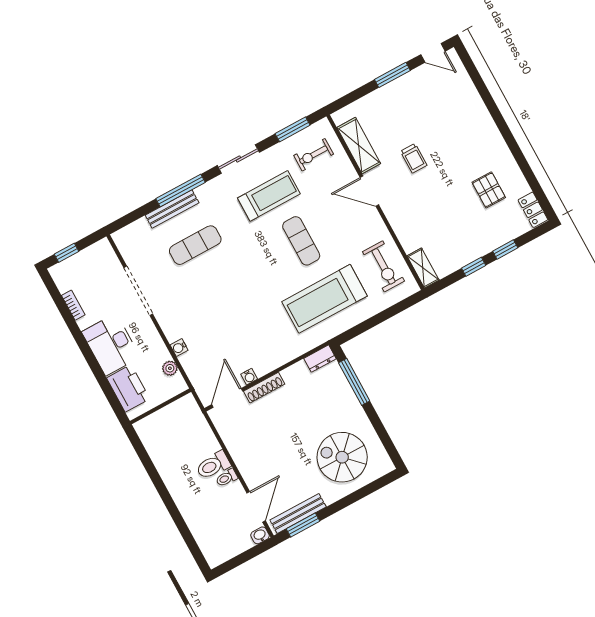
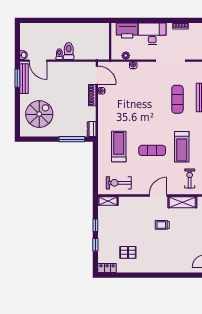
treadmill: (324, 299) -> (119, 147), width x0.73, depth x0.73

